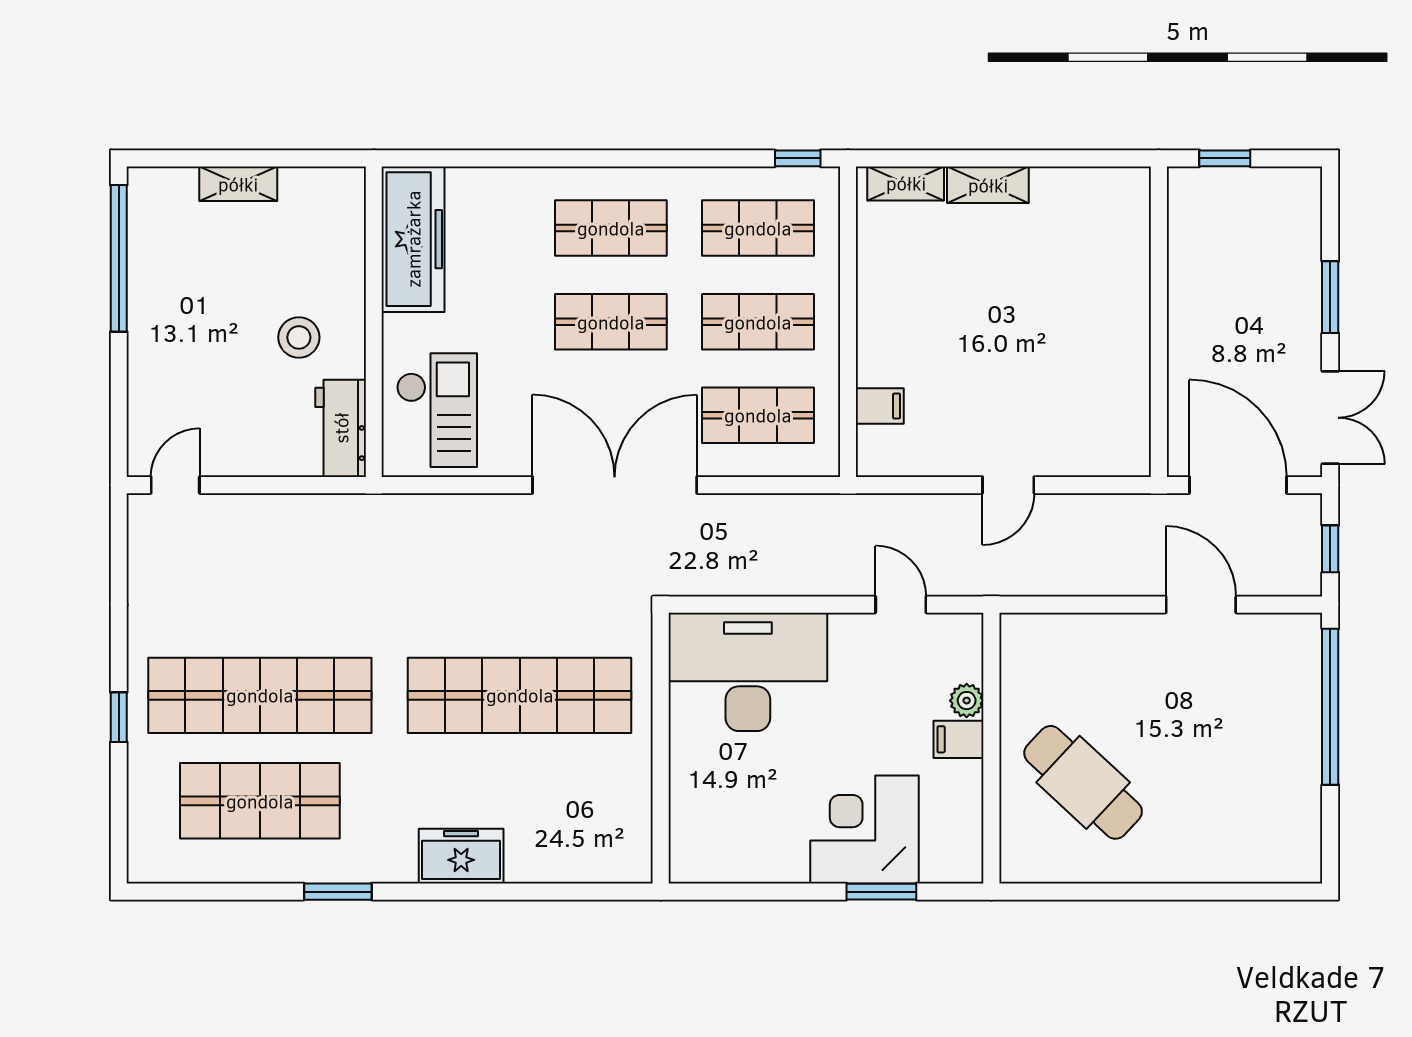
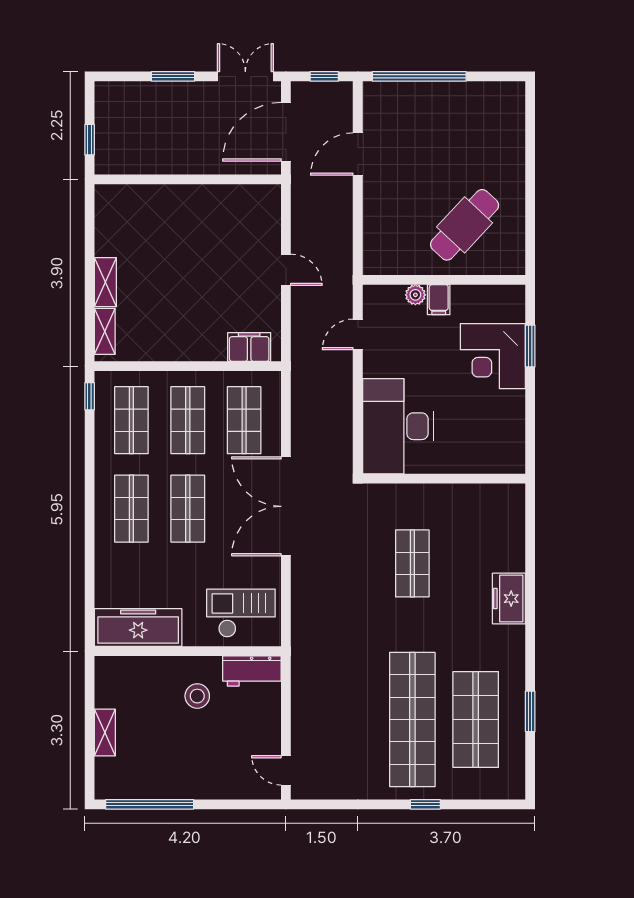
filing cabinet: (880, 406) -> (249, 347), width x2.00
shop shelf: (520, 695) -> (412, 563), width x0.50, depth x0.74
window: (338, 892) -> (530, 711), moved

